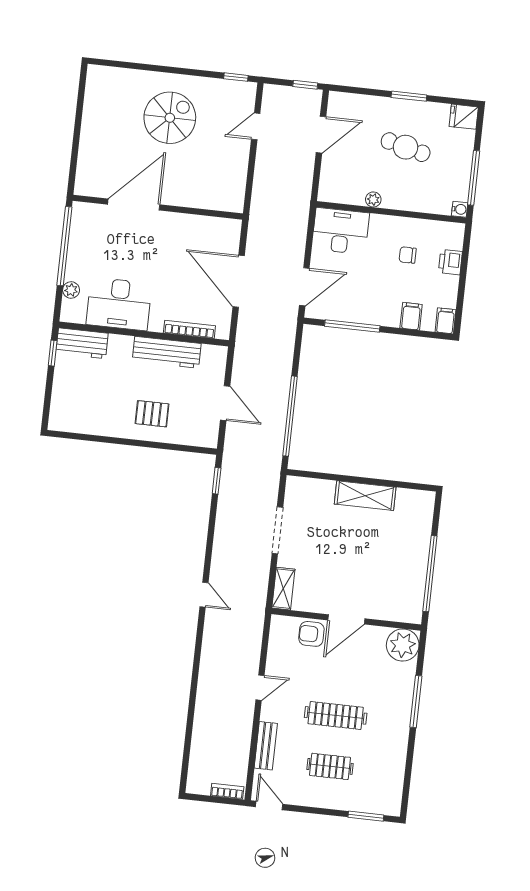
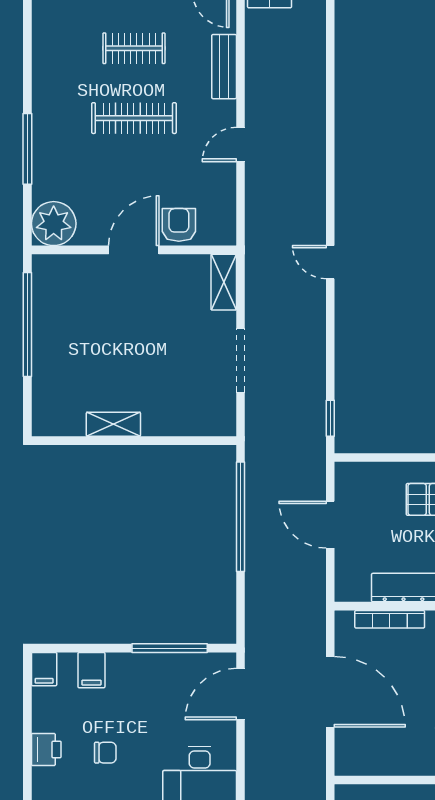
shelving: (365, 496) -> (113, 424), width x0.67, depth x0.75
armchair: (311, 634) -> (179, 225), turned -90

